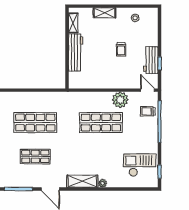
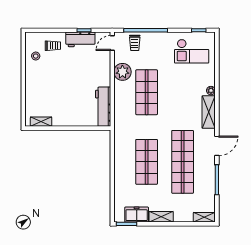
shelving: (105, 13) -> (30, 88), removed
trolley: (121, 49) -> (53, 46), moved
workbench: (76, 52) -> (103, 107), moved, turned -90
shop shelf: (35, 157) -> (183, 162), width x2.00, depth x1.36
checkout: (140, 165) -> (192, 51), turned -90

